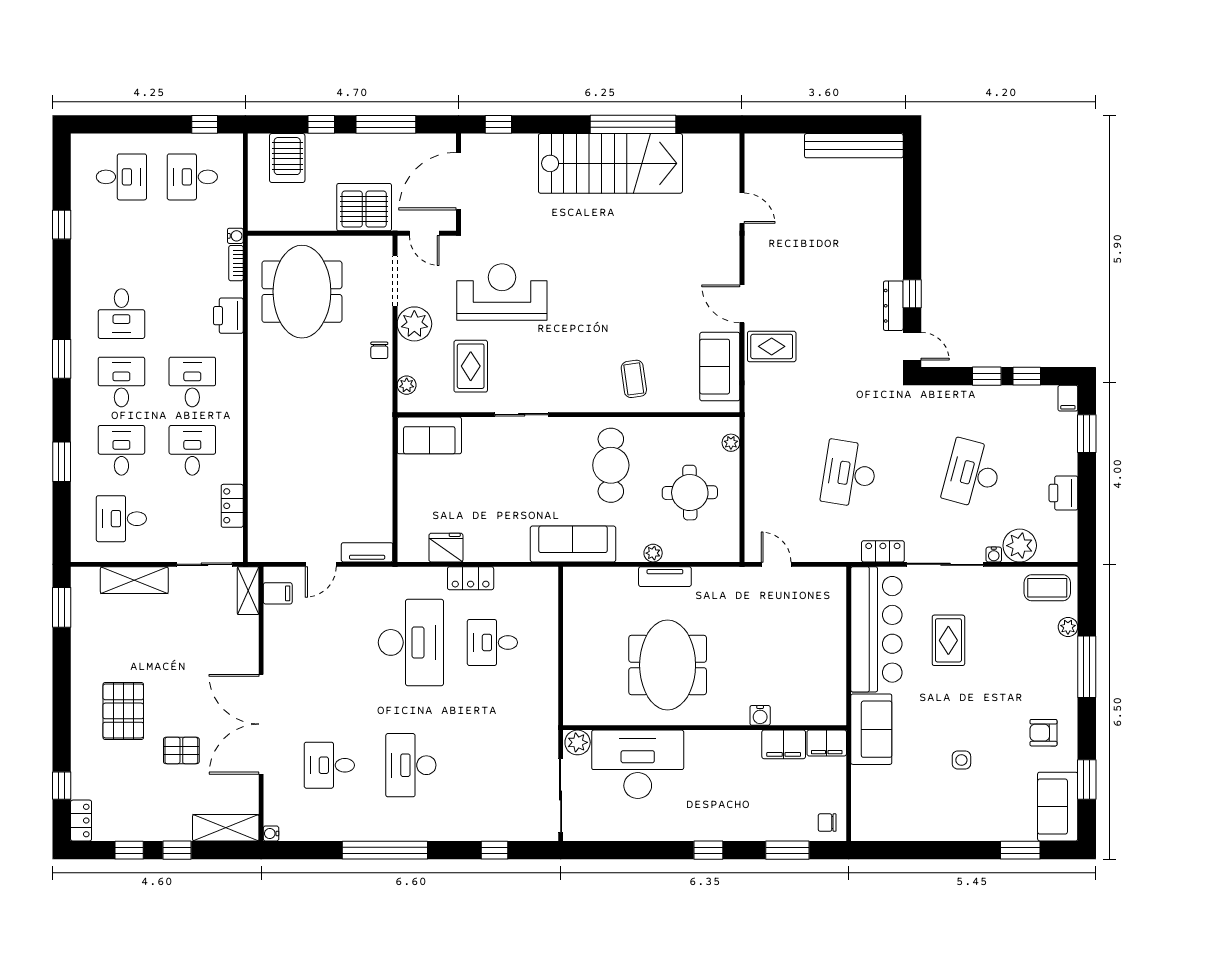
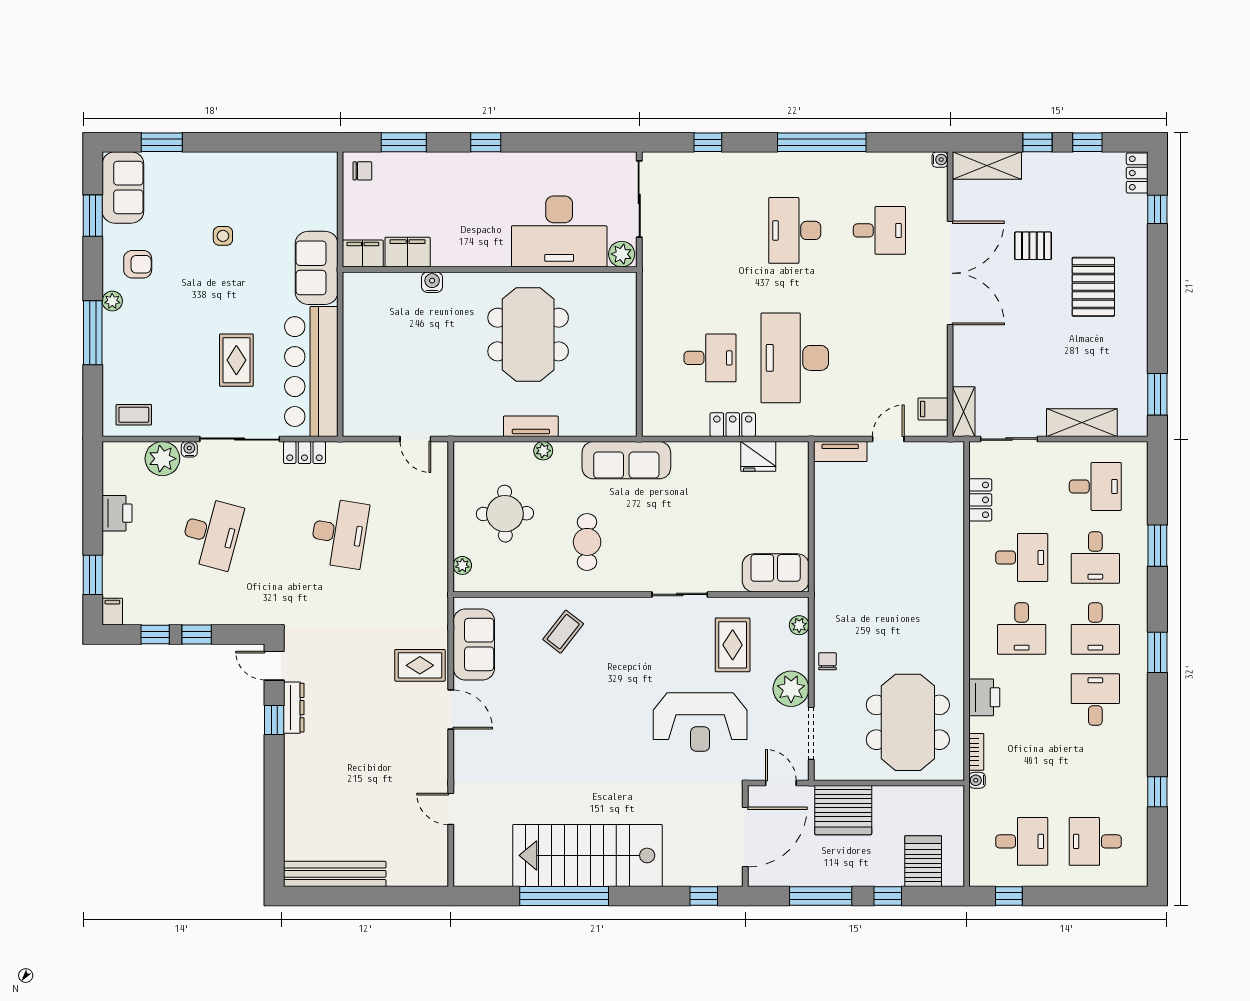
coffee table: (634, 379) -> (563, 632), turned 46
desk: (192, 450) -> (1022, 557), turned -90
cafe table: (611, 465) -> (587, 542), width x0.73, depth x0.74
coffee table: (1047, 588) -> (134, 415), width x0.73, depth x0.77
plant: (1068, 627) -> (112, 301), moved
desk: (411, 765) -> (795, 230), turned 180

